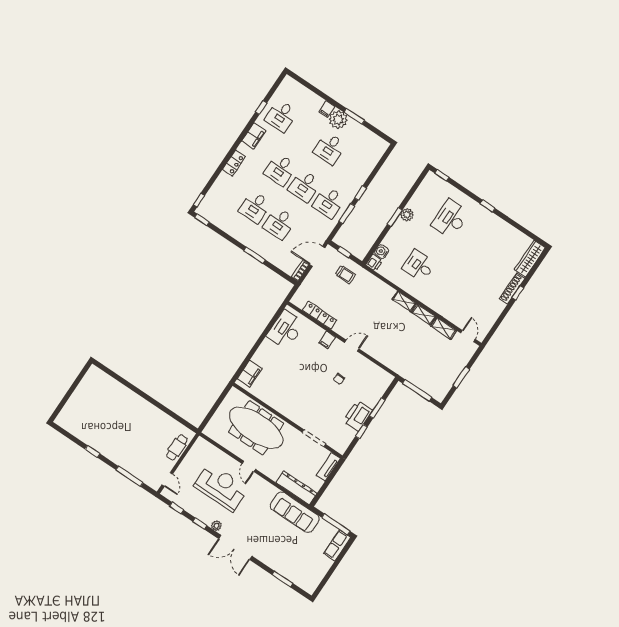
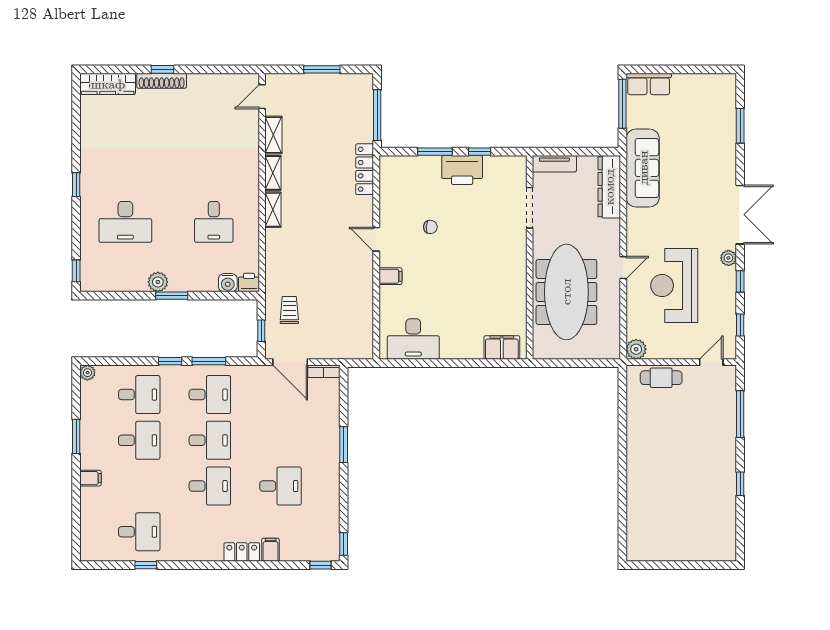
plant: (338, 120) -> (87, 373), moved, width x0.53, depth x0.53
filing cabinet: (254, 136) -> (271, 550), moved, width x0.50
desk: (279, 223) -> (139, 395), moved
locker: (320, 315) -> (365, 169), moved
plant: (201, 444) -> (636, 349), added

